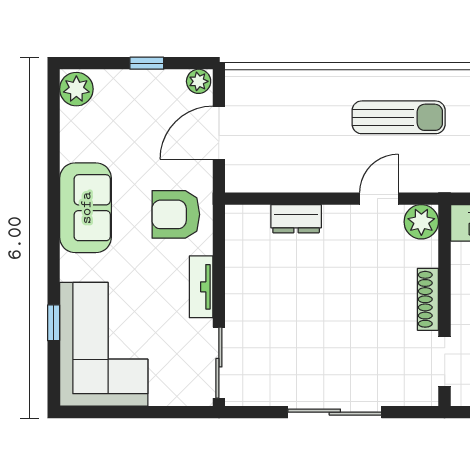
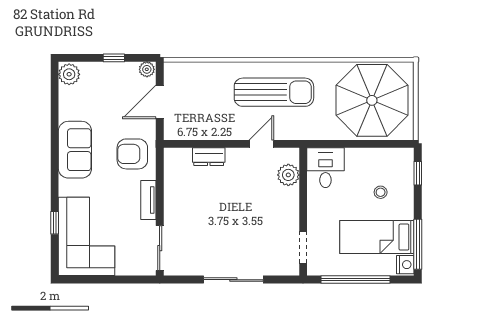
sun lounger: (399, 117) -> (274, 92), width x1.36, depth x1.34
plant: (421, 222) -> (288, 175), moved
shoe rack: (428, 299) -> (293, 208), removed

